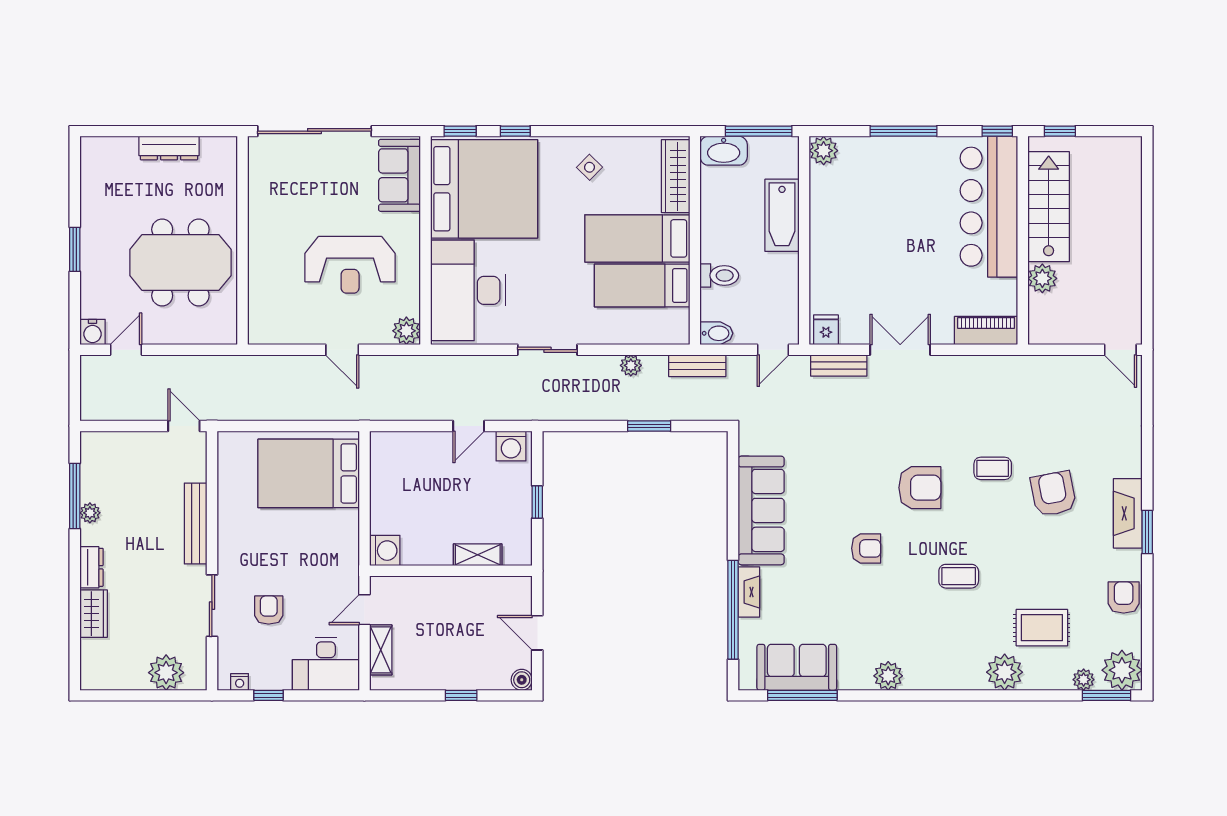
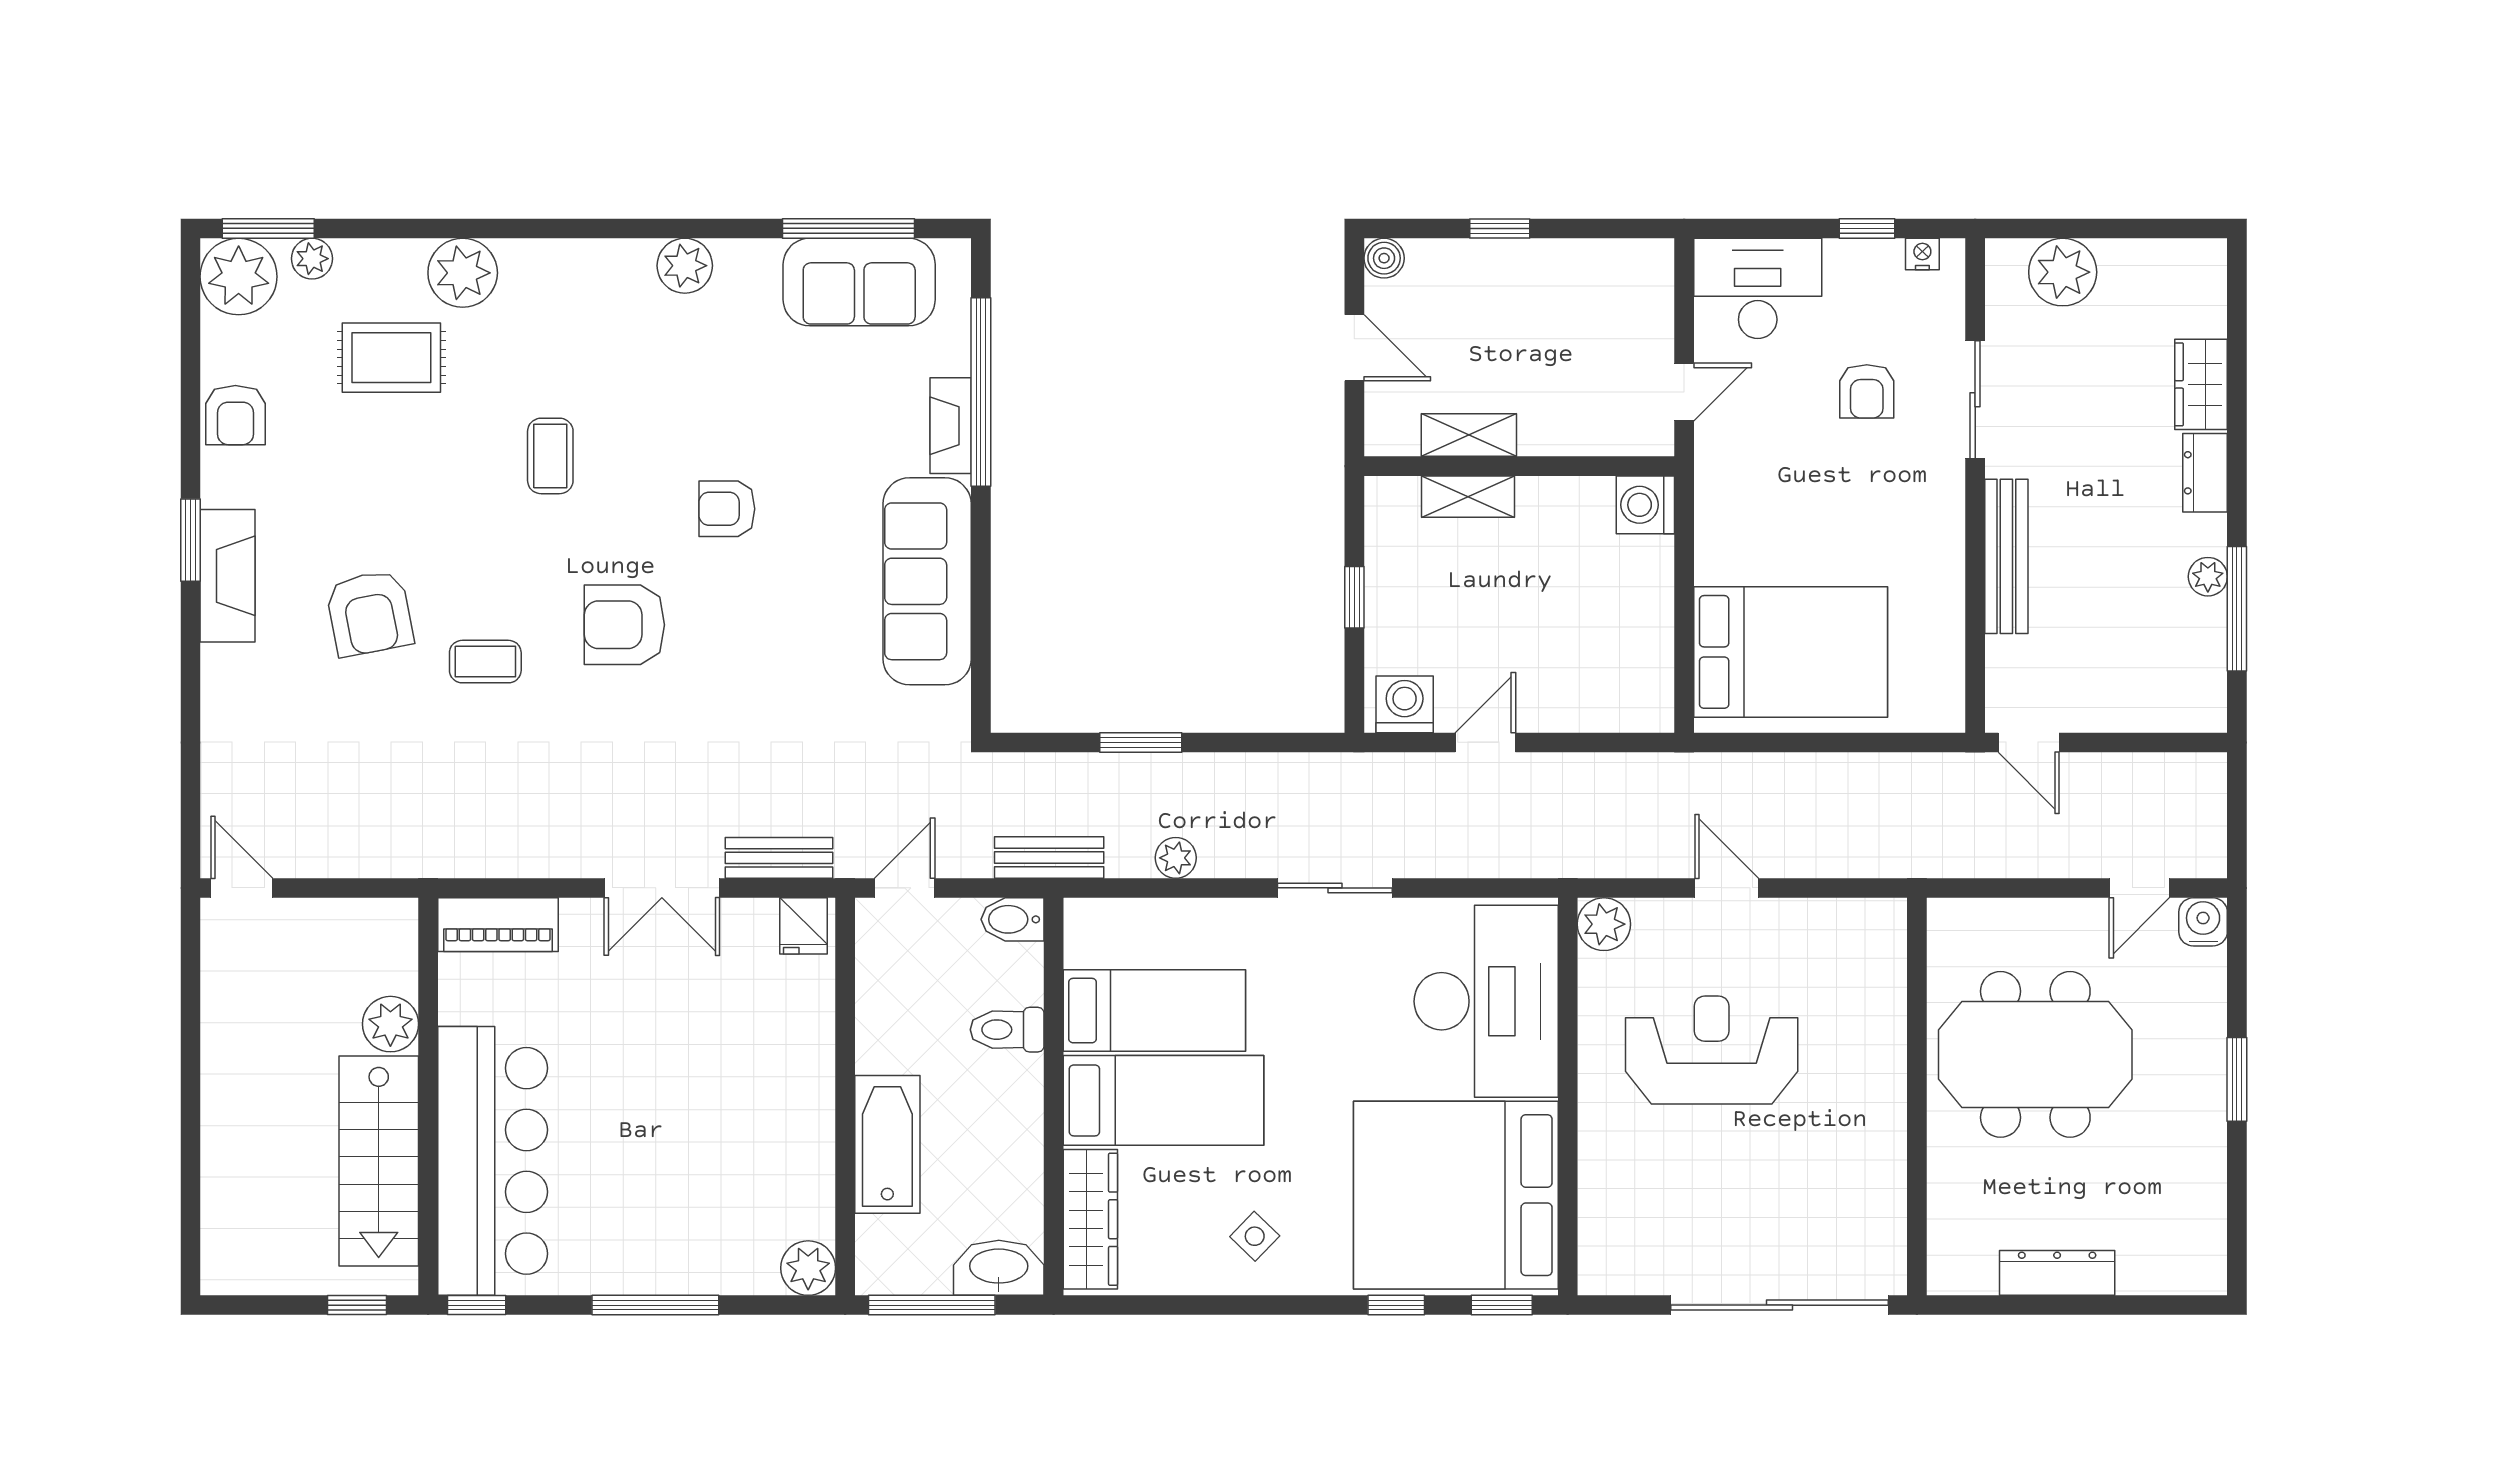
sofa: (400, 175) -> (1617, 1221), removed
coffee table: (959, 576) -> (550, 456), turned 90
shelving: (381, 650) -> (1469, 435), moved, turned 90

